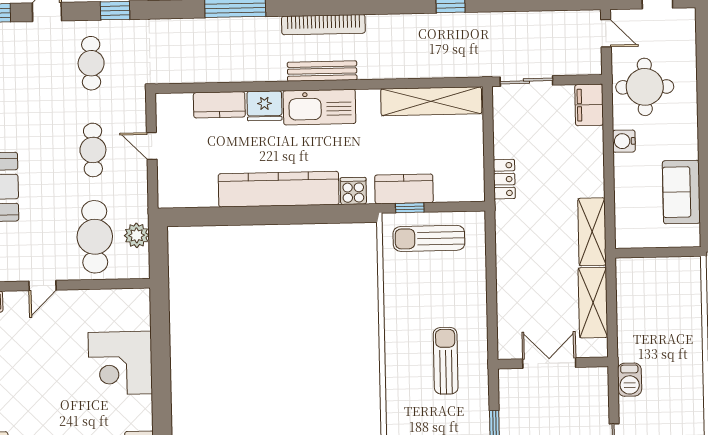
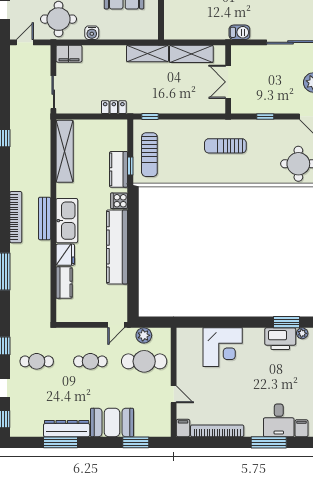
door: (152, 146) -> (116, 325), moved
window: (490, 238) -> (150, 116), added

